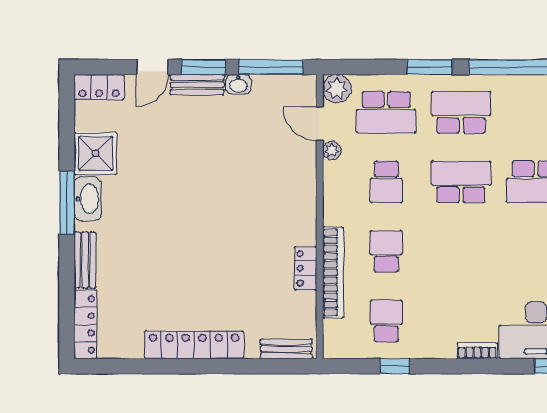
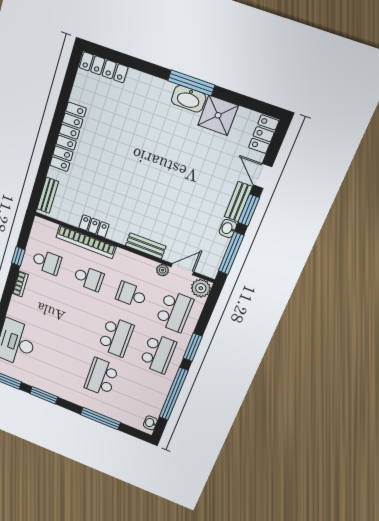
school desk: (386, 112) -> (174, 311), turned 180
bench: (85, 260) -> (146, 246), moved
bookcase: (477, 351) -> (20, 284), moved

